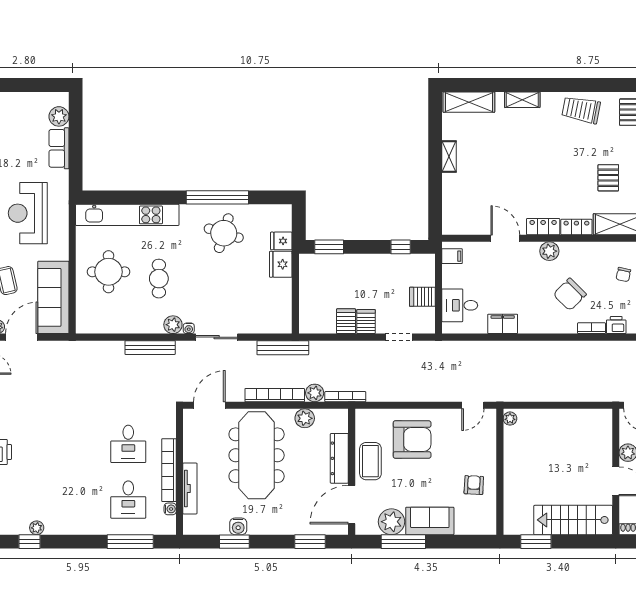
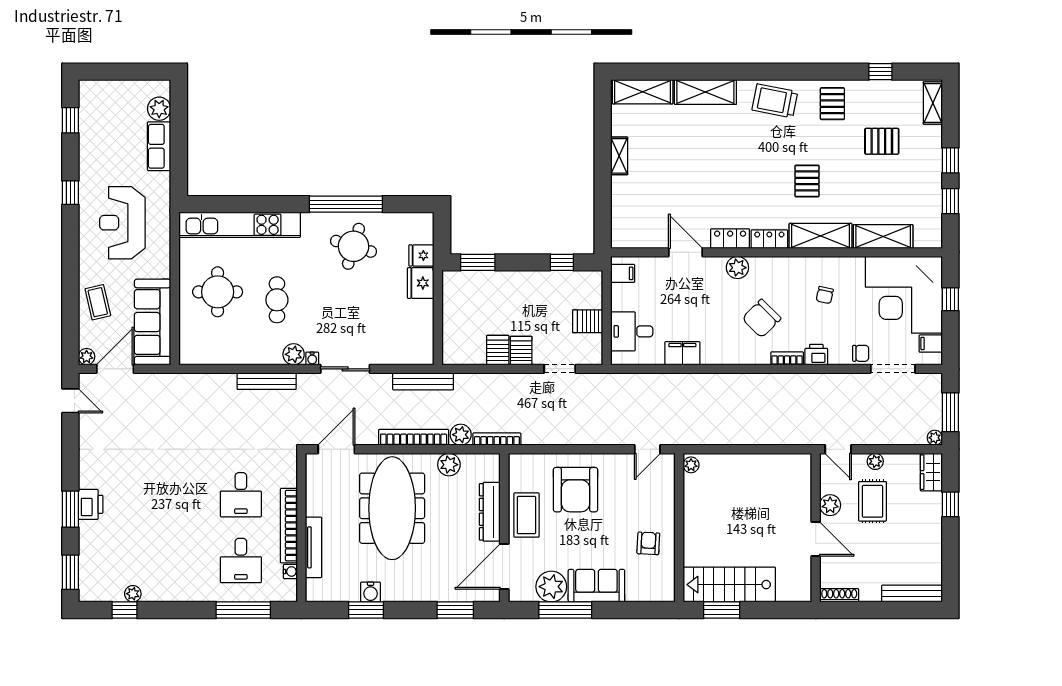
shelving: (522, 100) -> (705, 92), width x1.50, depth x1.33
armchair: (412, 440) -> (576, 490), turned 90
stairs: (573, 520) -> (729, 585), moved

